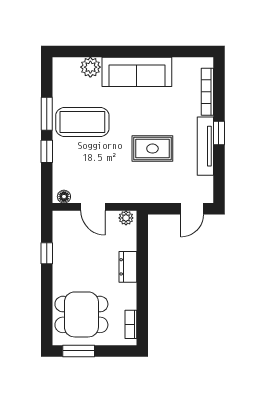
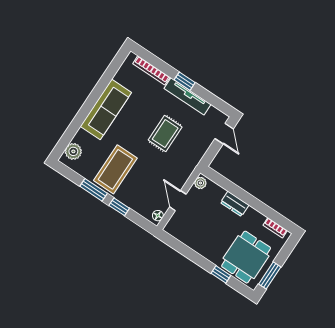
plant: (90, 67) -> (73, 151), moved
door: (93, 207) -> (178, 201), swing flipped
window: (47, 253) -> (221, 274), moved

